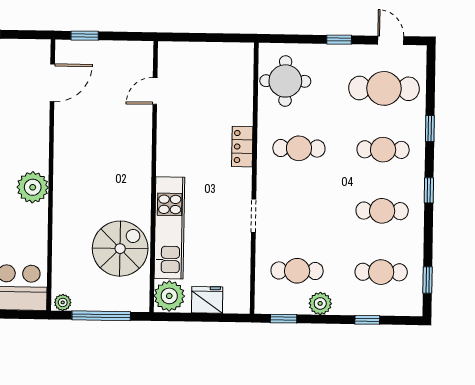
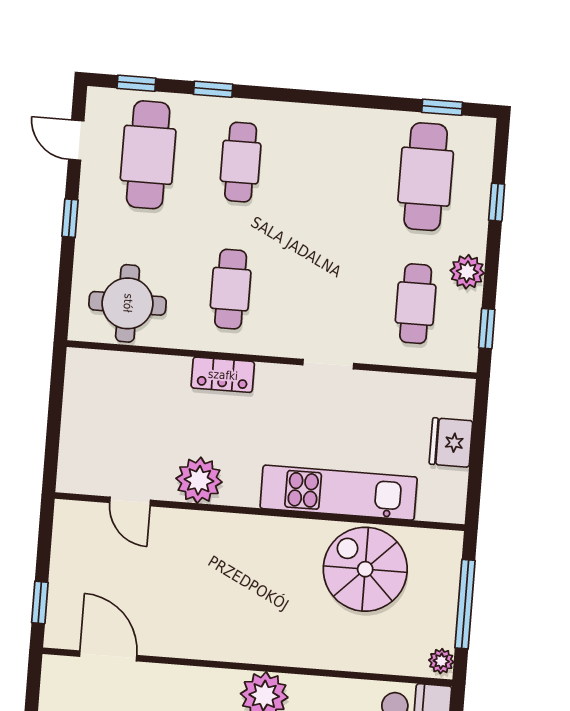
door: (391, 40) -> (76, 140), hinge flipped
window: (429, 190) -> (136, 83), moved
cafe table: (382, 211) -> (333, 169), removed
cafe table: (381, 272) -> (426, 177), width x1.37, depth x1.35
plant: (169, 296) -> (199, 480), moved

